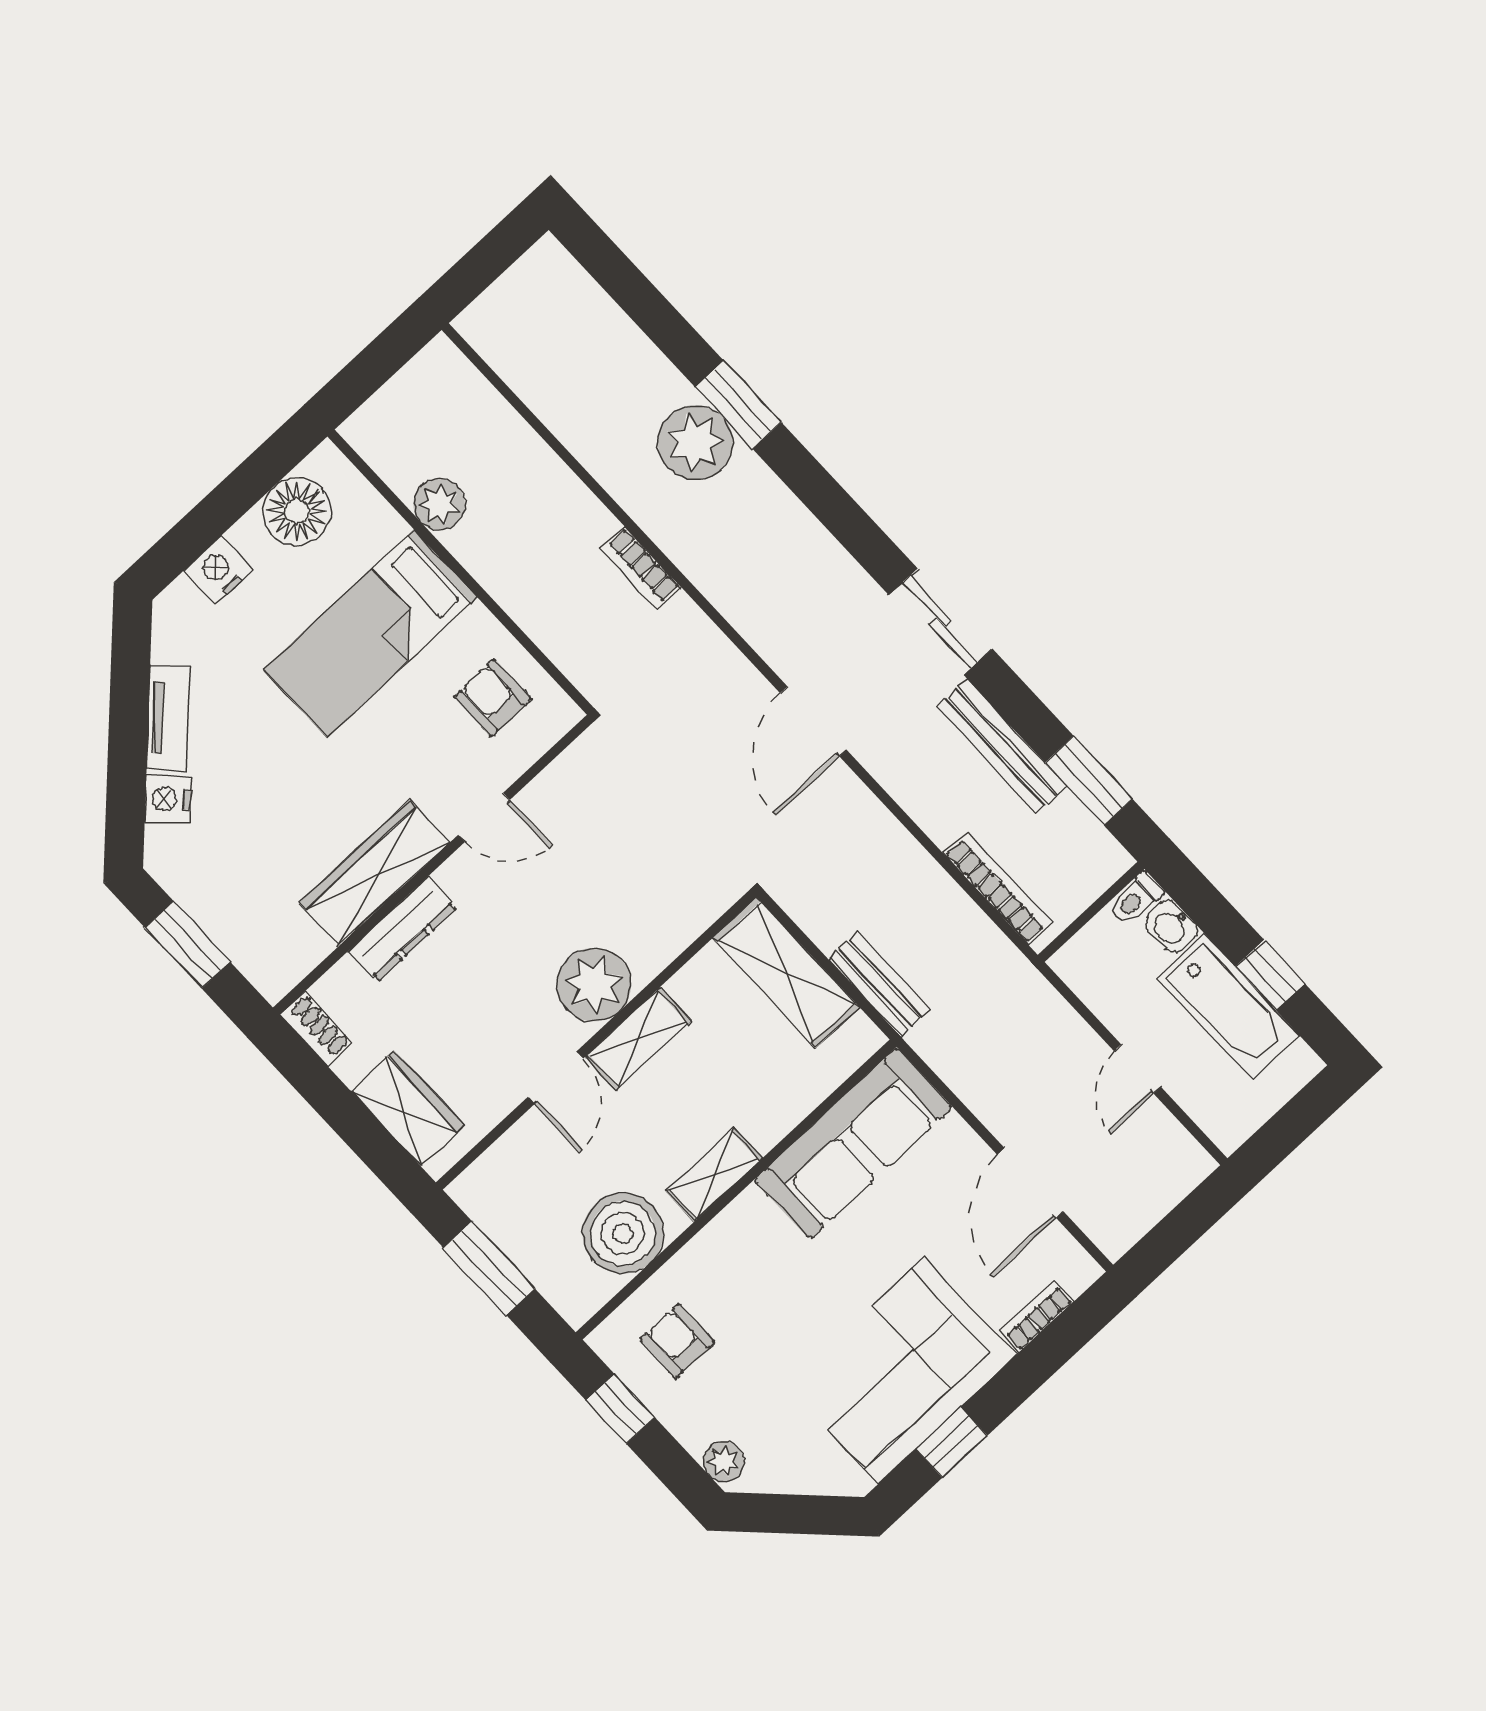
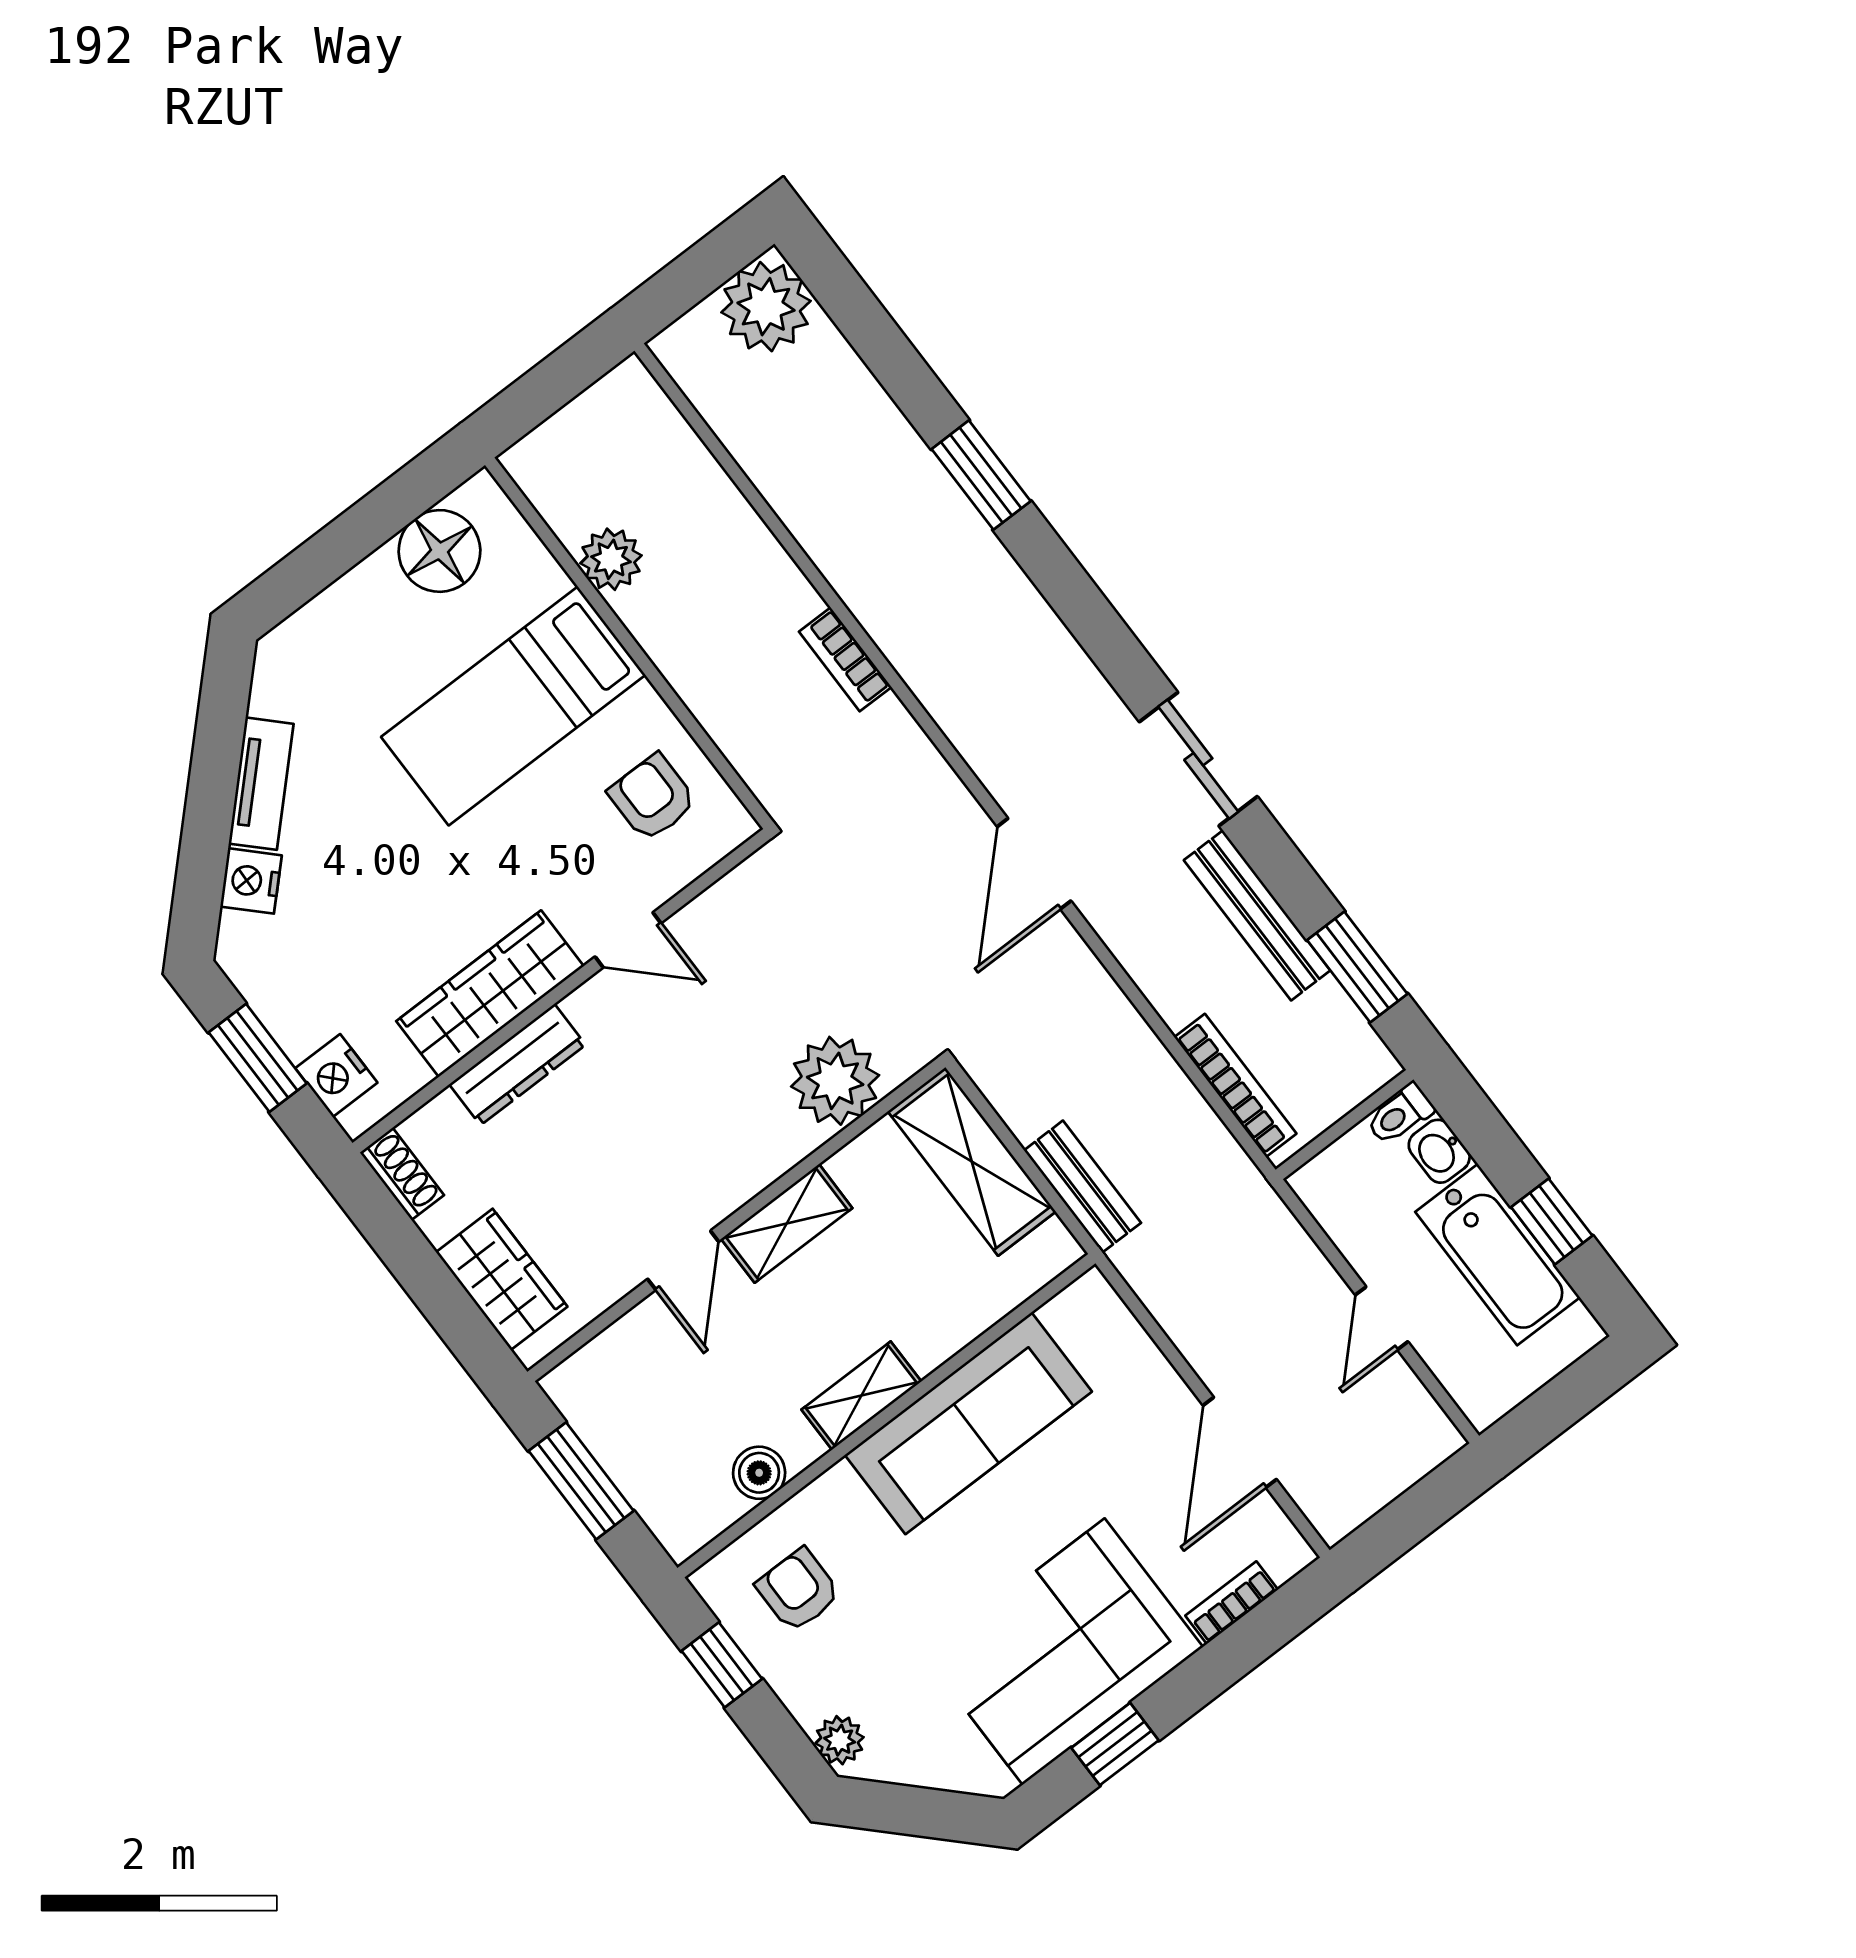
plant: (695, 442) -> (766, 307), moved
nightstand: (218, 570) -> (336, 1075), moved, turned -90
plant: (594, 985) -> (835, 1081), moved
sofa: (853, 1144) -> (968, 1423), moved
boiler: (623, 1233) -> (759, 1473), width x0.54, depth x0.54

